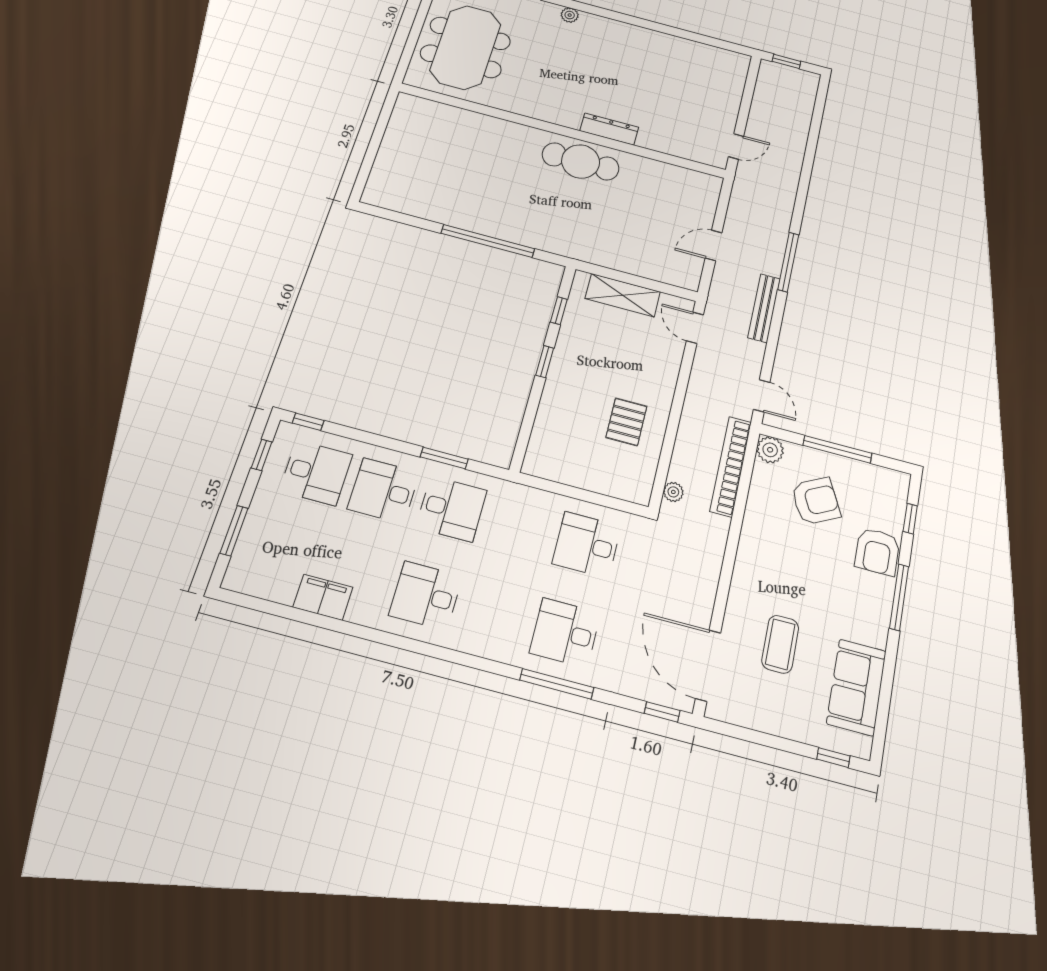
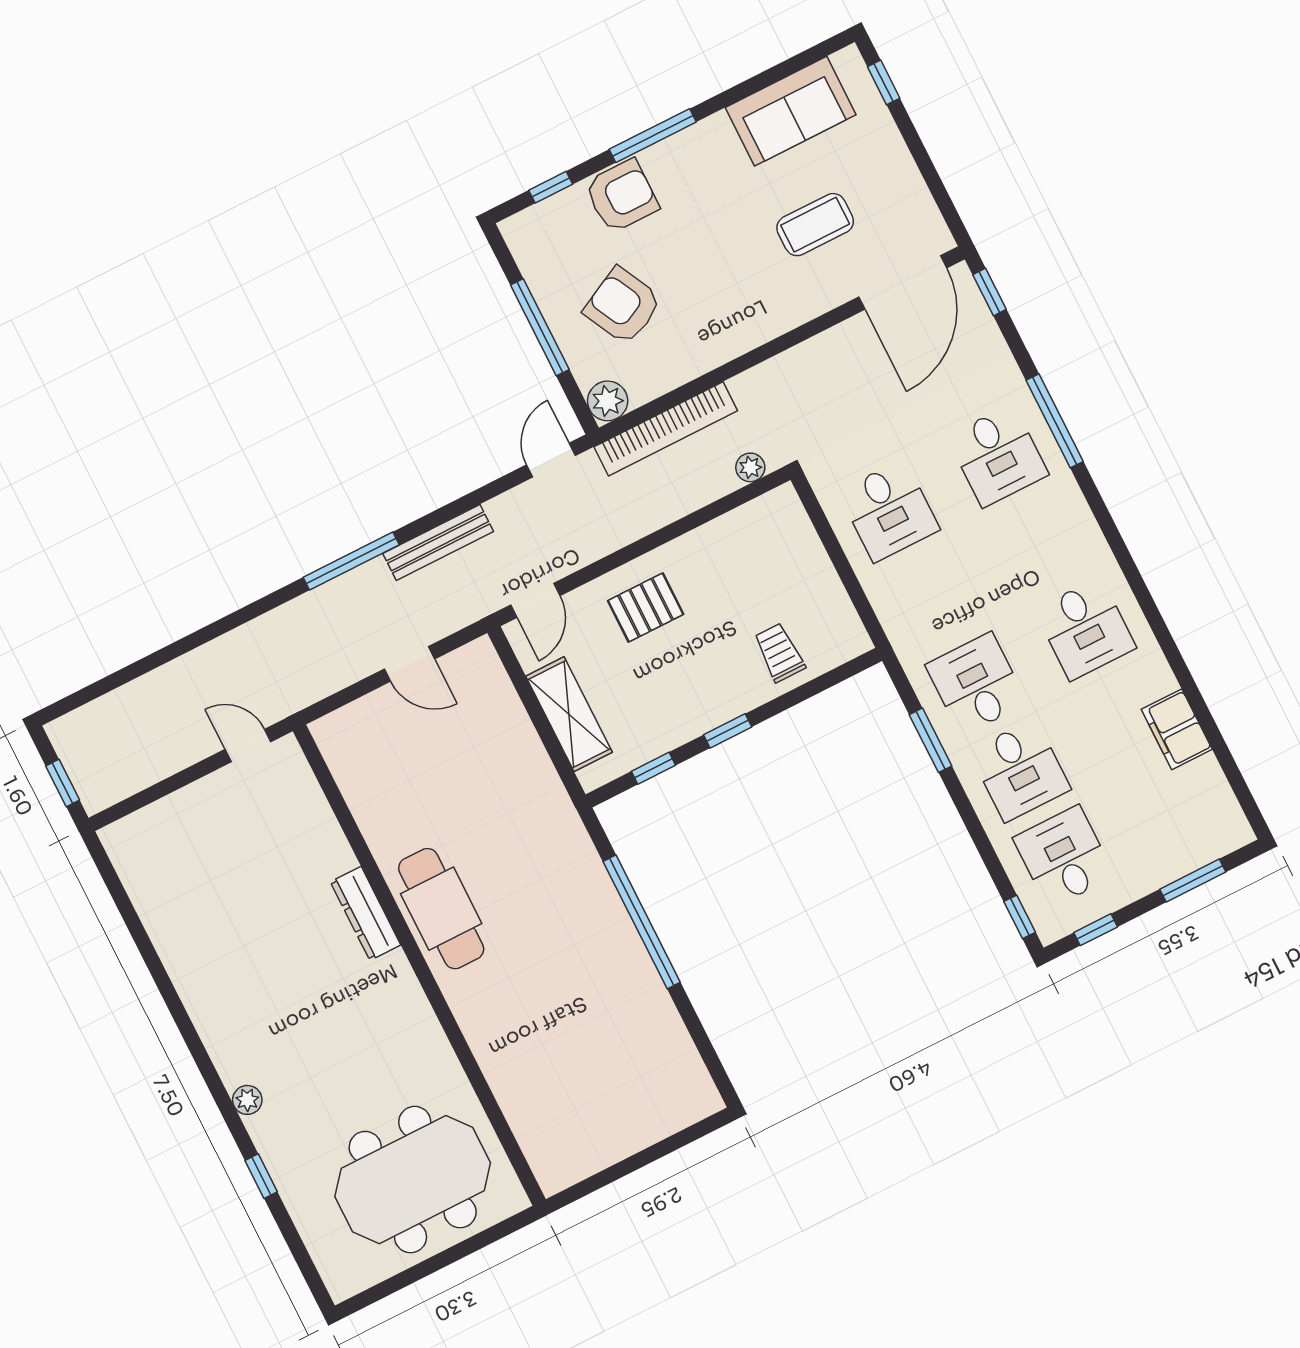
trolley: (562, 422) -> (779, 653), added
pallet: (626, 422) -> (646, 607), moved

